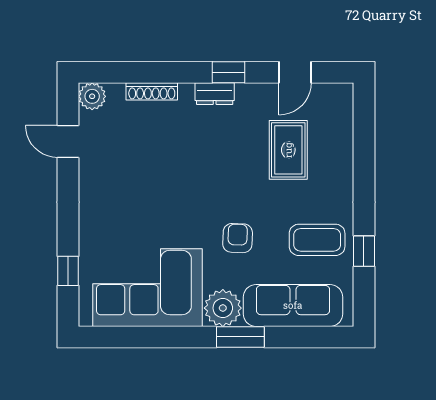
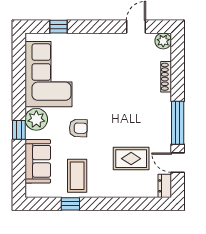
window: (229, 72) -> (178, 123), width x2.17
dresser: (215, 94) -> (165, 186), moved
sofa: (293, 305) -> (38, 161), width x0.73
window: (240, 337) -> (19, 130), width x0.67

